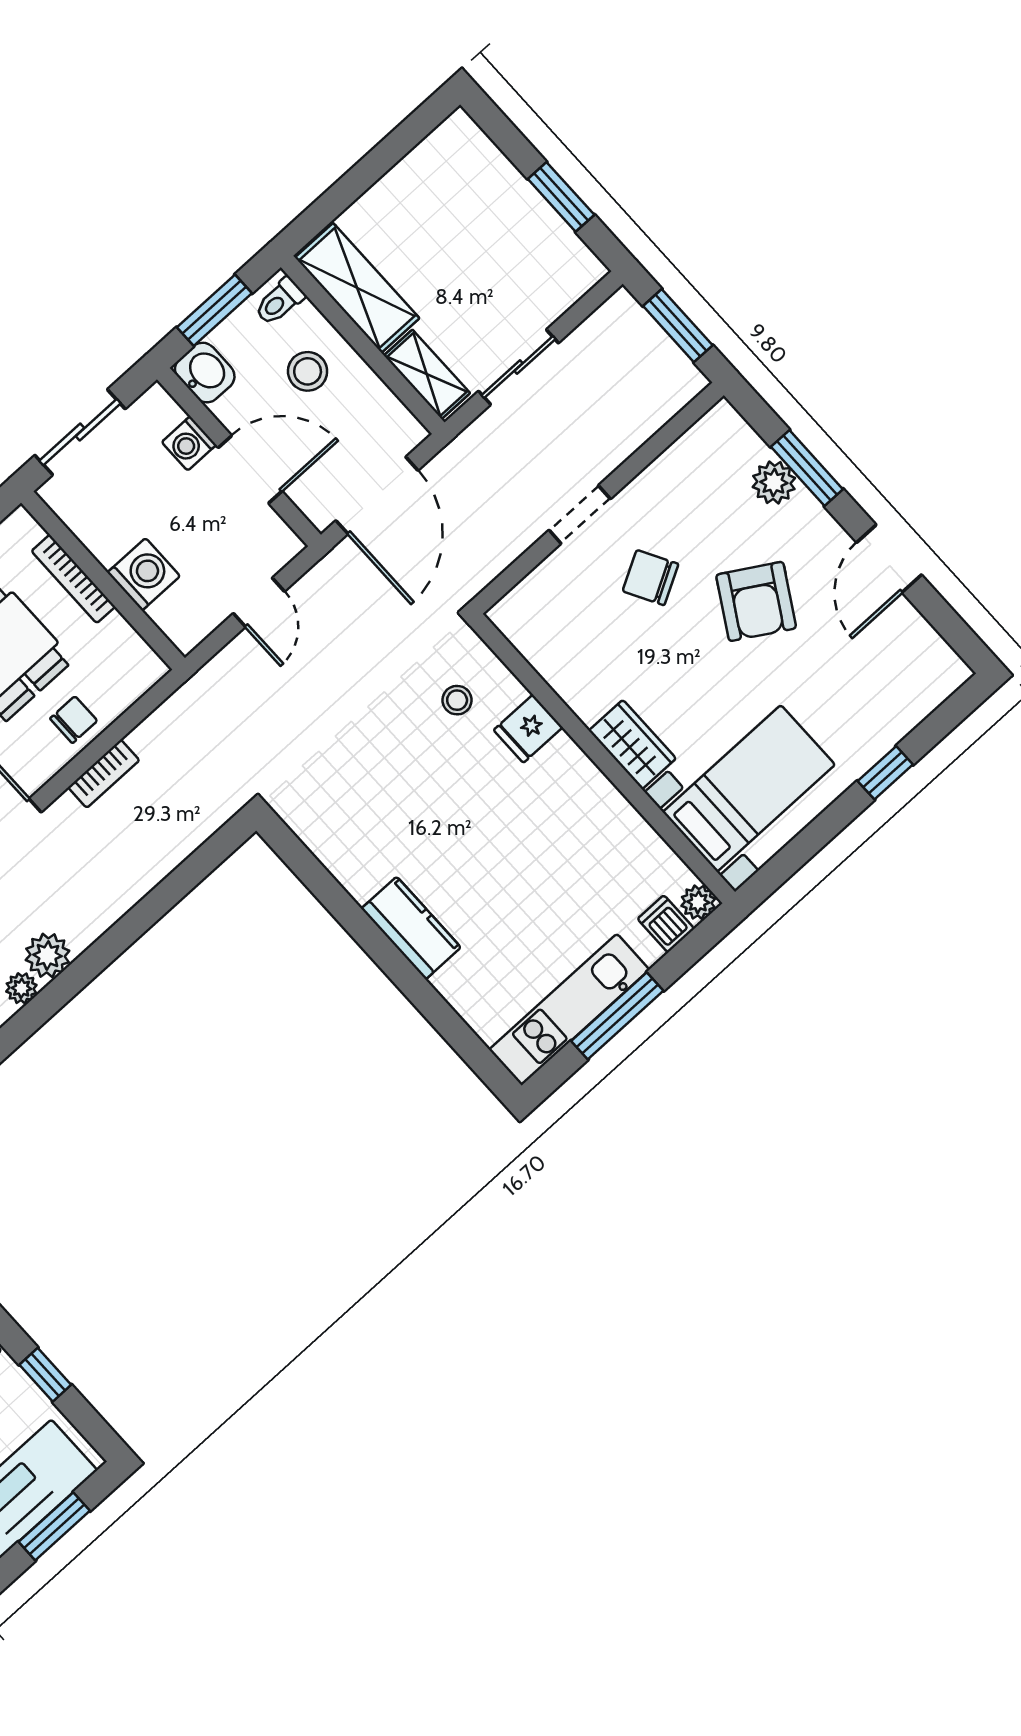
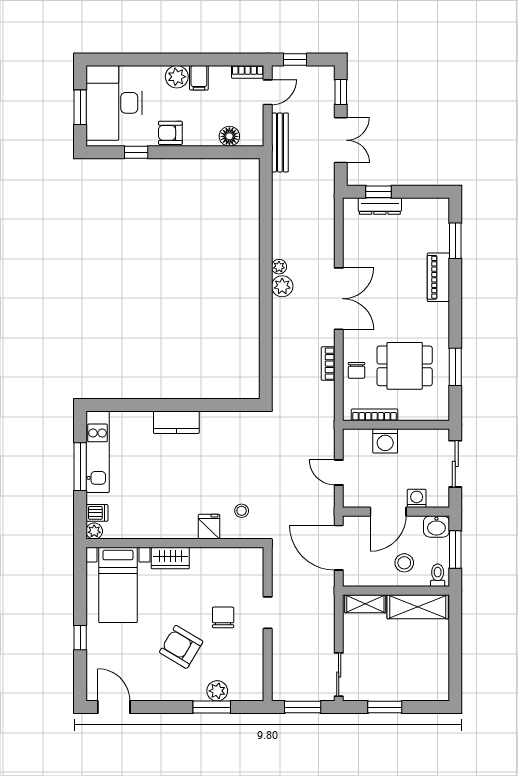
sliding door: (518, 367) -> (339, 675), moved
door: (889, 559) -> (114, 707), moved
chair: (650, 578) -> (223, 617), turned -61
bookcase: (73, 579) -> (375, 415), moved

